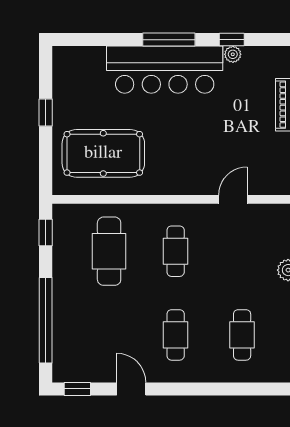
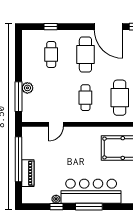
cafe table: (176, 335) -> (85, 54), width x1.37, depth x1.35
door: (131, 389) -> (108, 27), width x1.87
window: (243, 389) -> (51, 27), added

